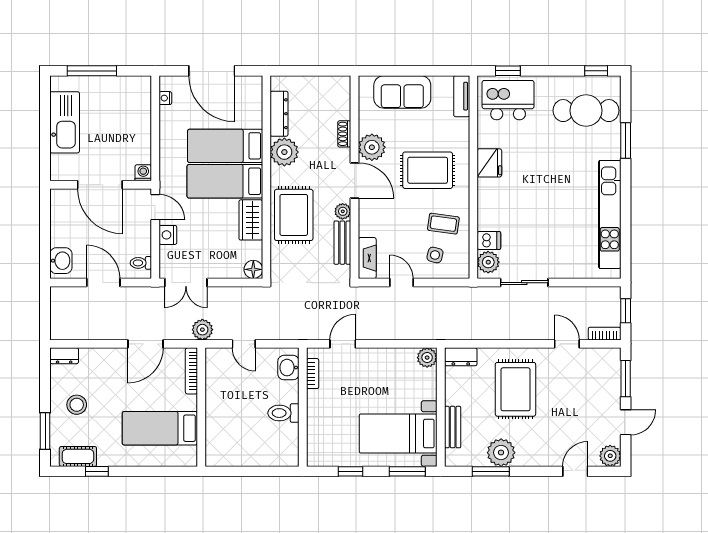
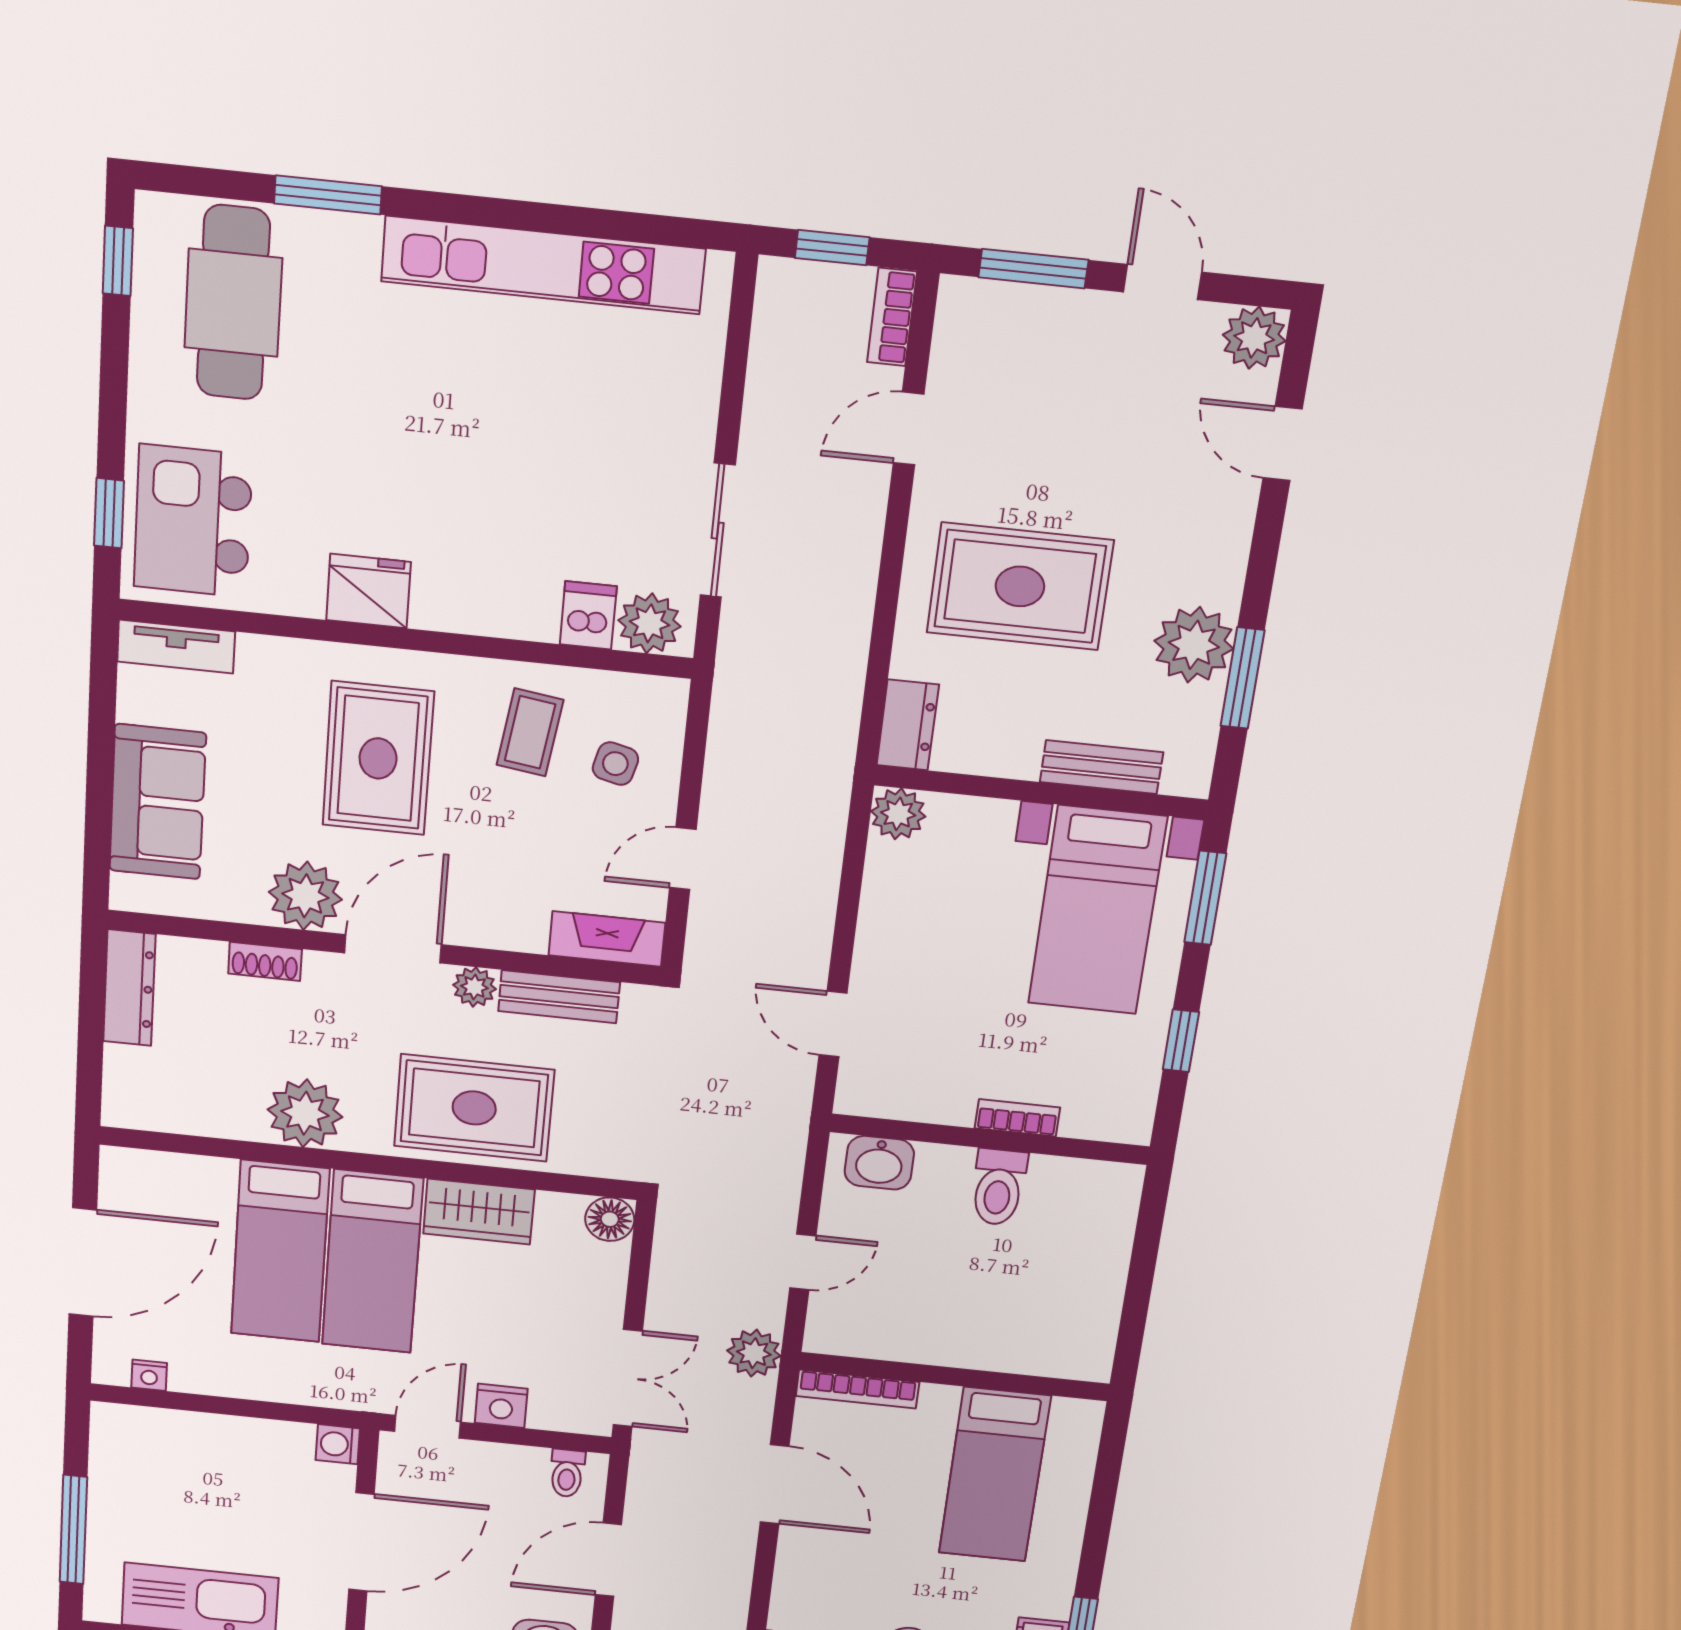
dresser: (279, 114) -> (129, 988), moved, turned 90
bookcase: (313, 374) -> (1017, 1118), moved

